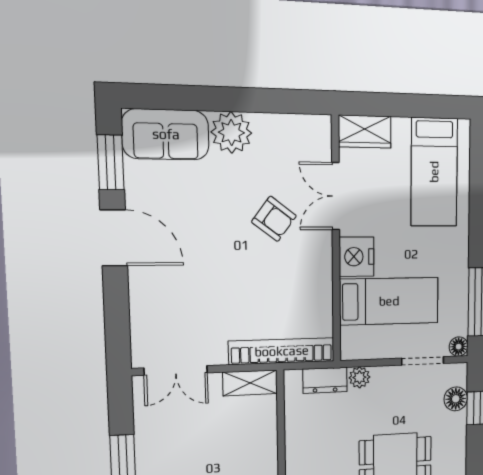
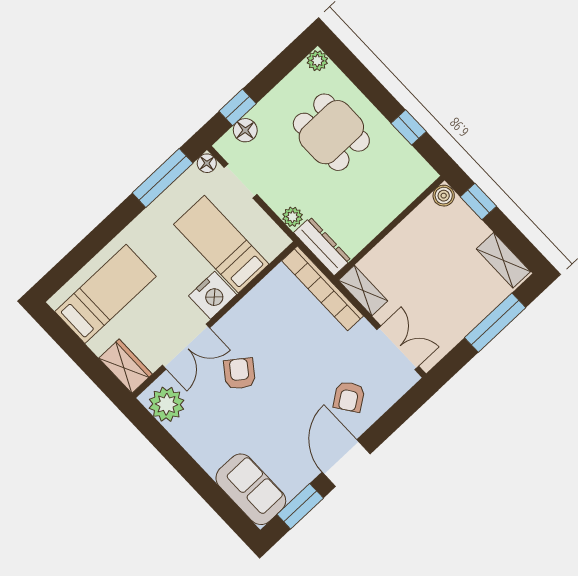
plant: (231, 132) -> (167, 404), moved
armchair: (171, 293) -> (349, 397), added
dresser: (325, 380) -> (322, 246), width x1.44

